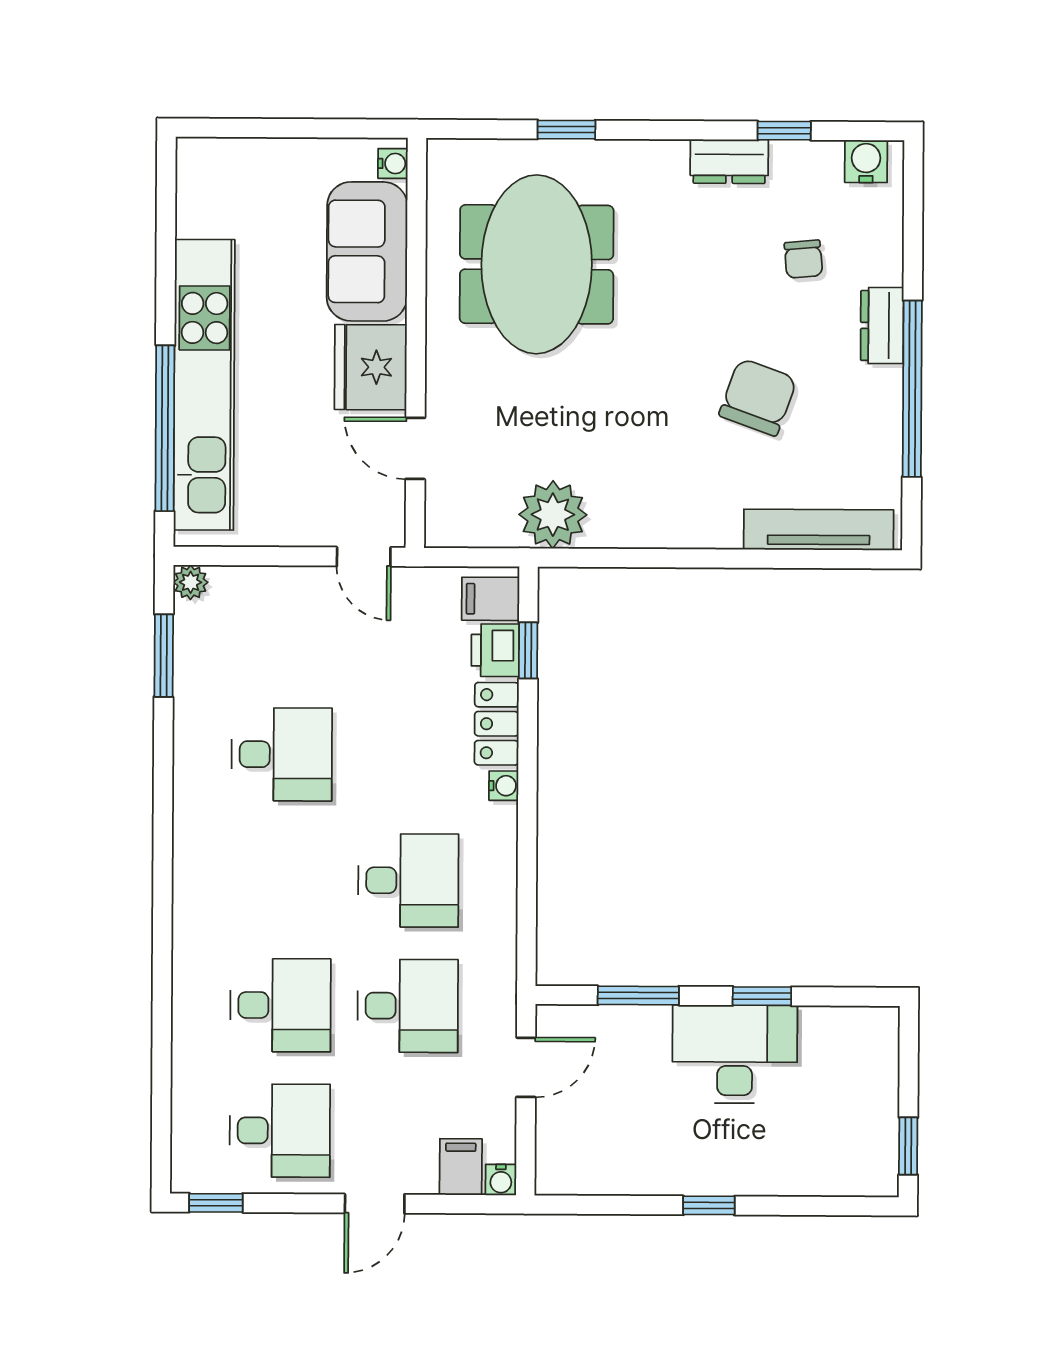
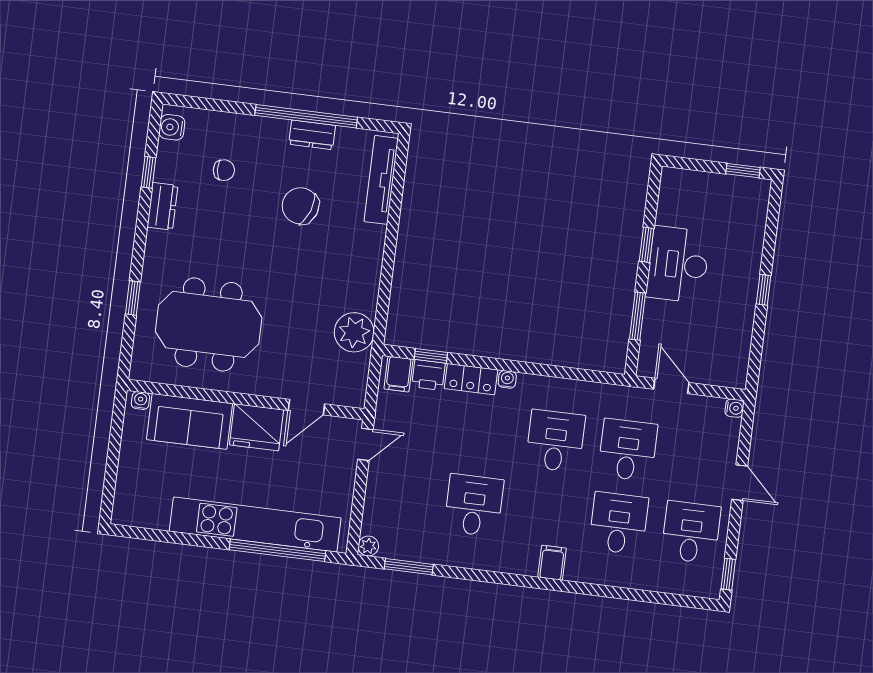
dresser: (882, 326) -> (312, 135), moved
filing cabinet: (461, 1167) -> (552, 563), moved, turned 90

